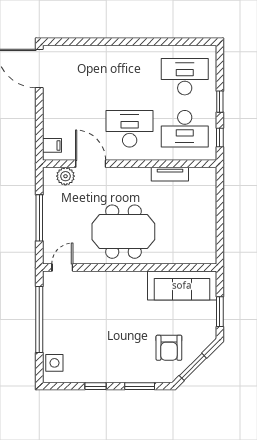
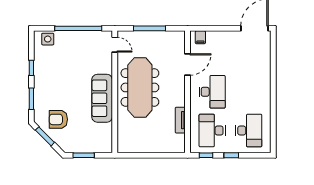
plant: (65, 176) -> (179, 47), removed
meeting table: (123, 232) -> (140, 87), width x1.36
sofa: (182, 285) -> (102, 98), moved

